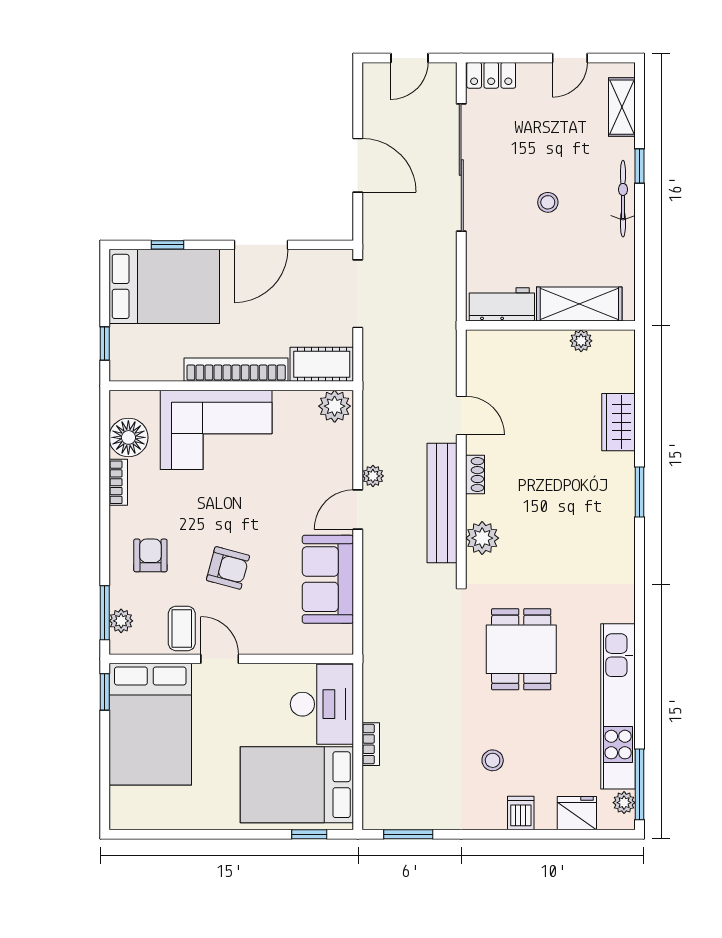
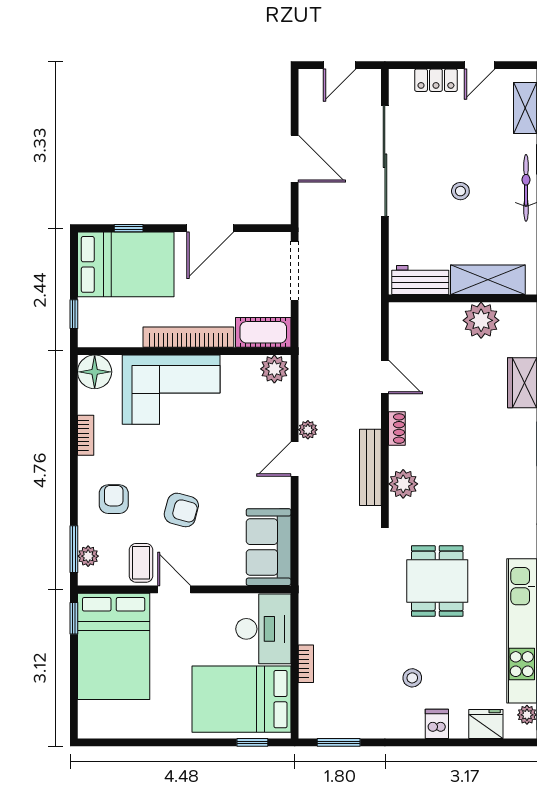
locker: (491, 75) -> (436, 80), moved
plant: (581, 341) -> (481, 320), width x1.87, depth x1.87
floor lamp: (128, 437) -> (95, 372), moved
bench: (442, 503) -> (370, 467), width x0.73, depth x0.82
sofa: (328, 579) -> (269, 547), moved

